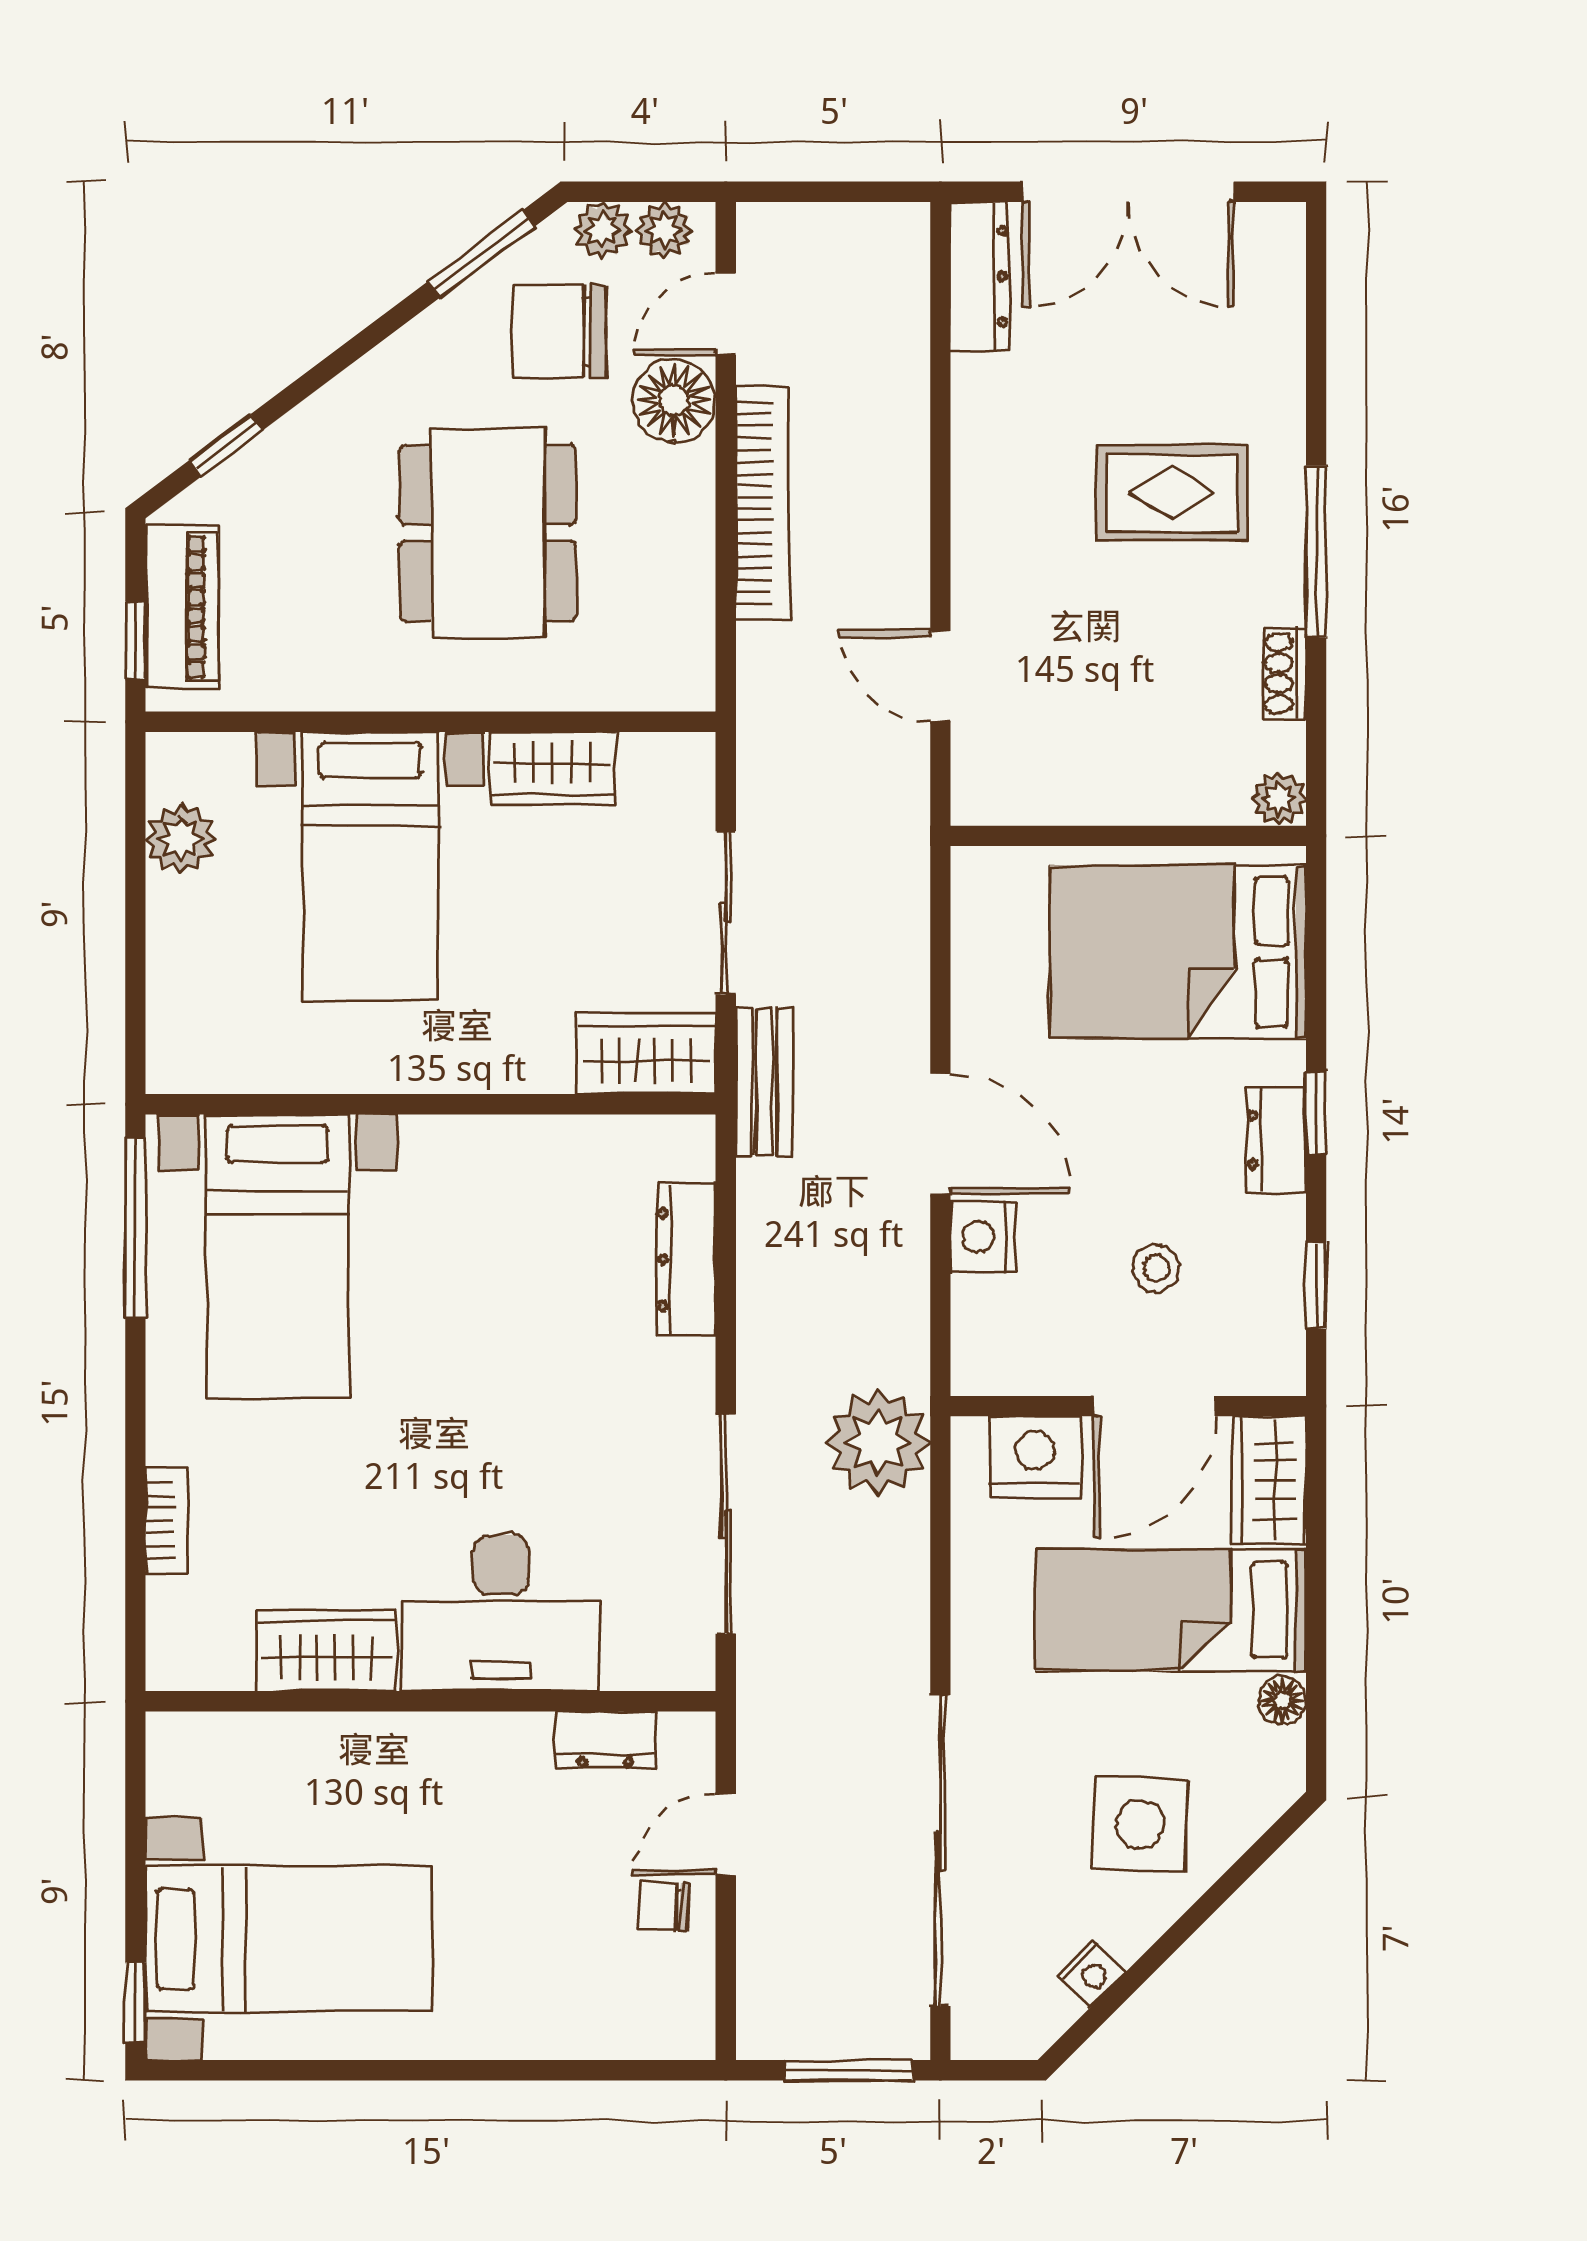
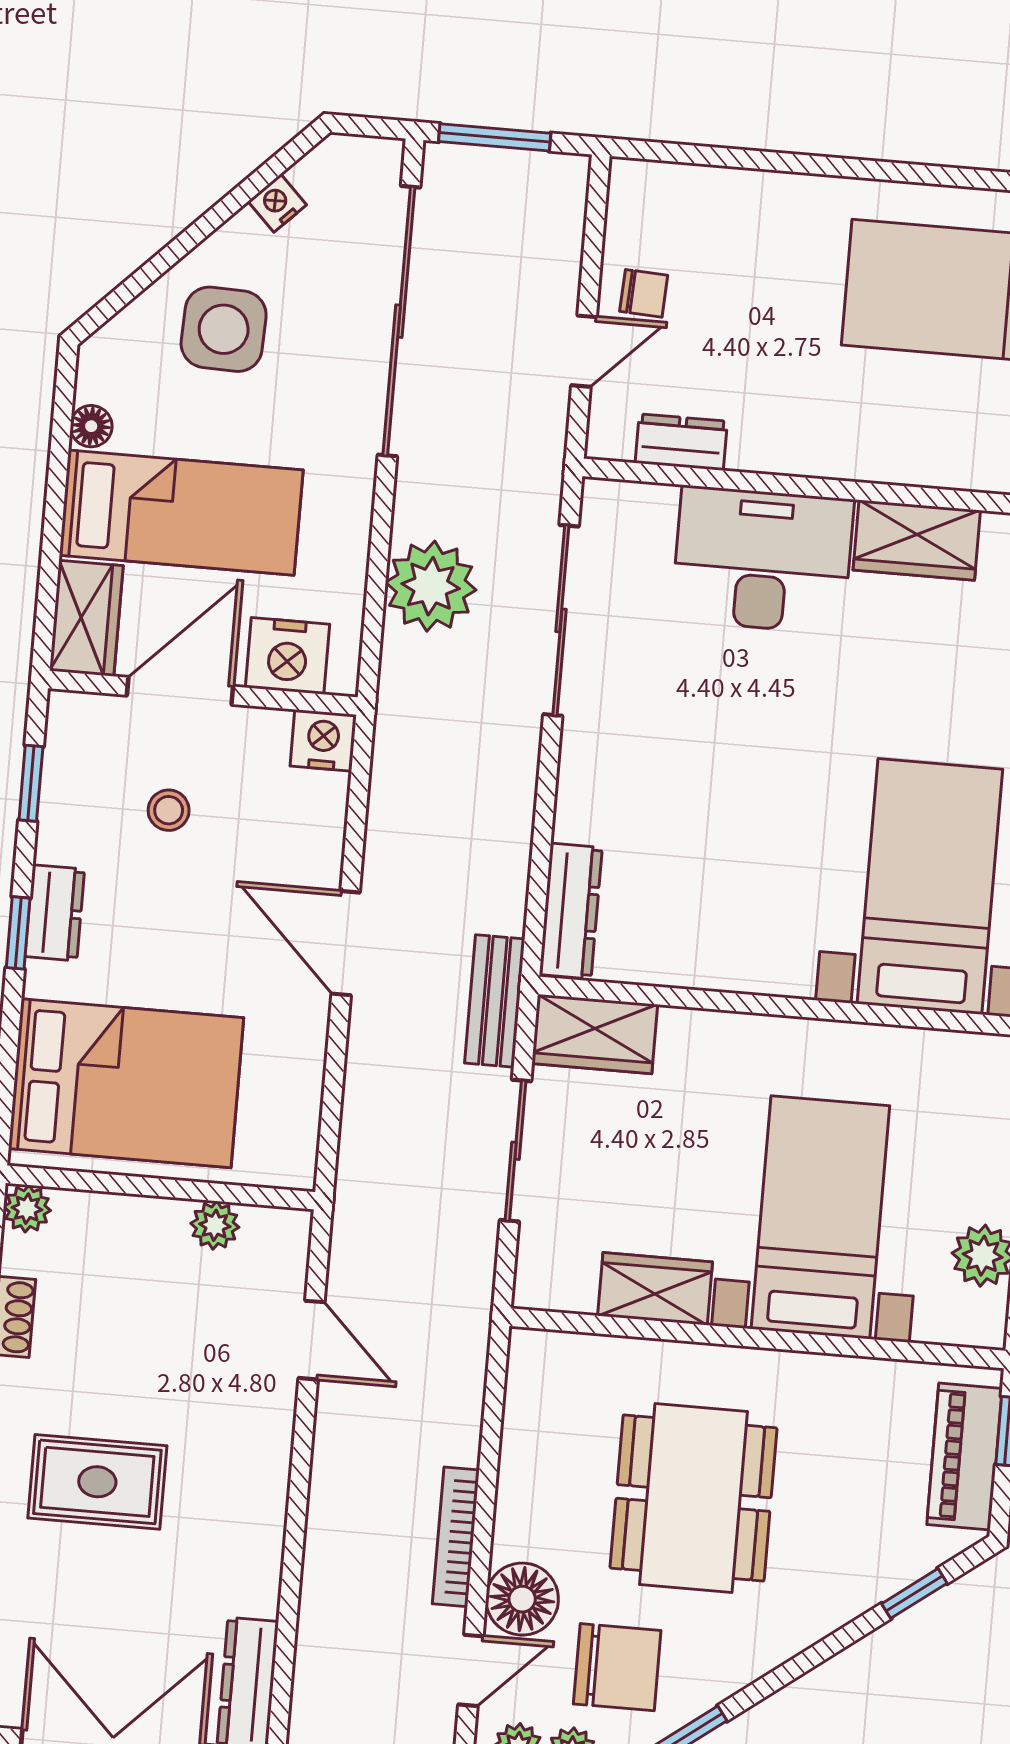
bookcase: (762, 503) -> (456, 1537), width x0.68, depth x0.76
plant: (1062, 798) -> (215, 1225), added
nightstand: (983, 1237) -> (323, 740), moved, turned -90
dresser: (686, 1259) -> (571, 911), moved
plant: (878, 1442) -> (431, 586), moved

